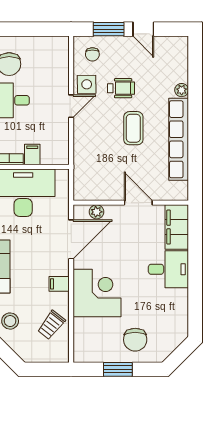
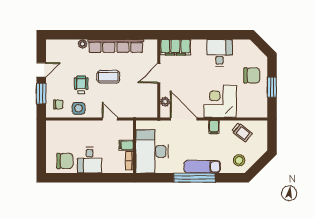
door: (71, 106) -> (110, 119), moved
desk: (168, 269) -> (220, 53), moved

